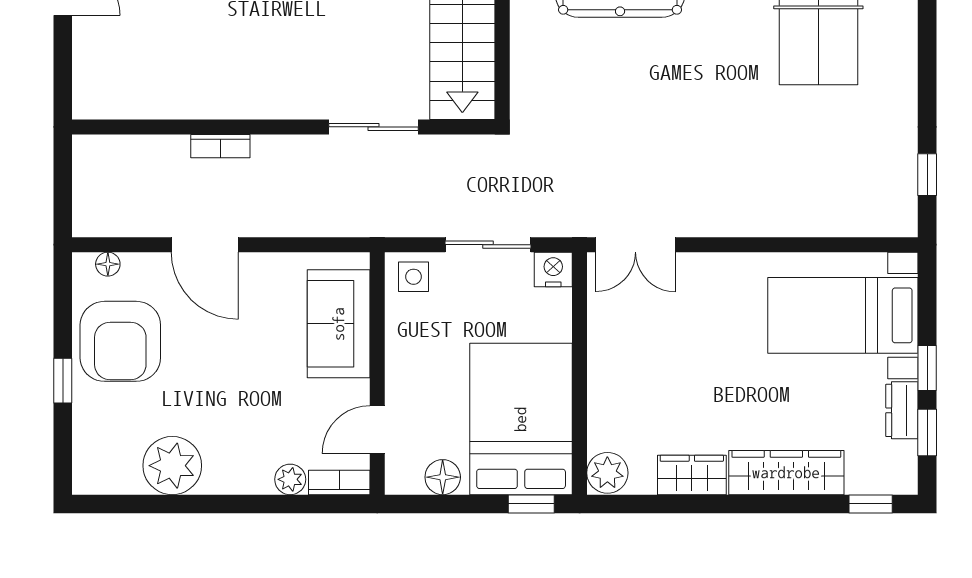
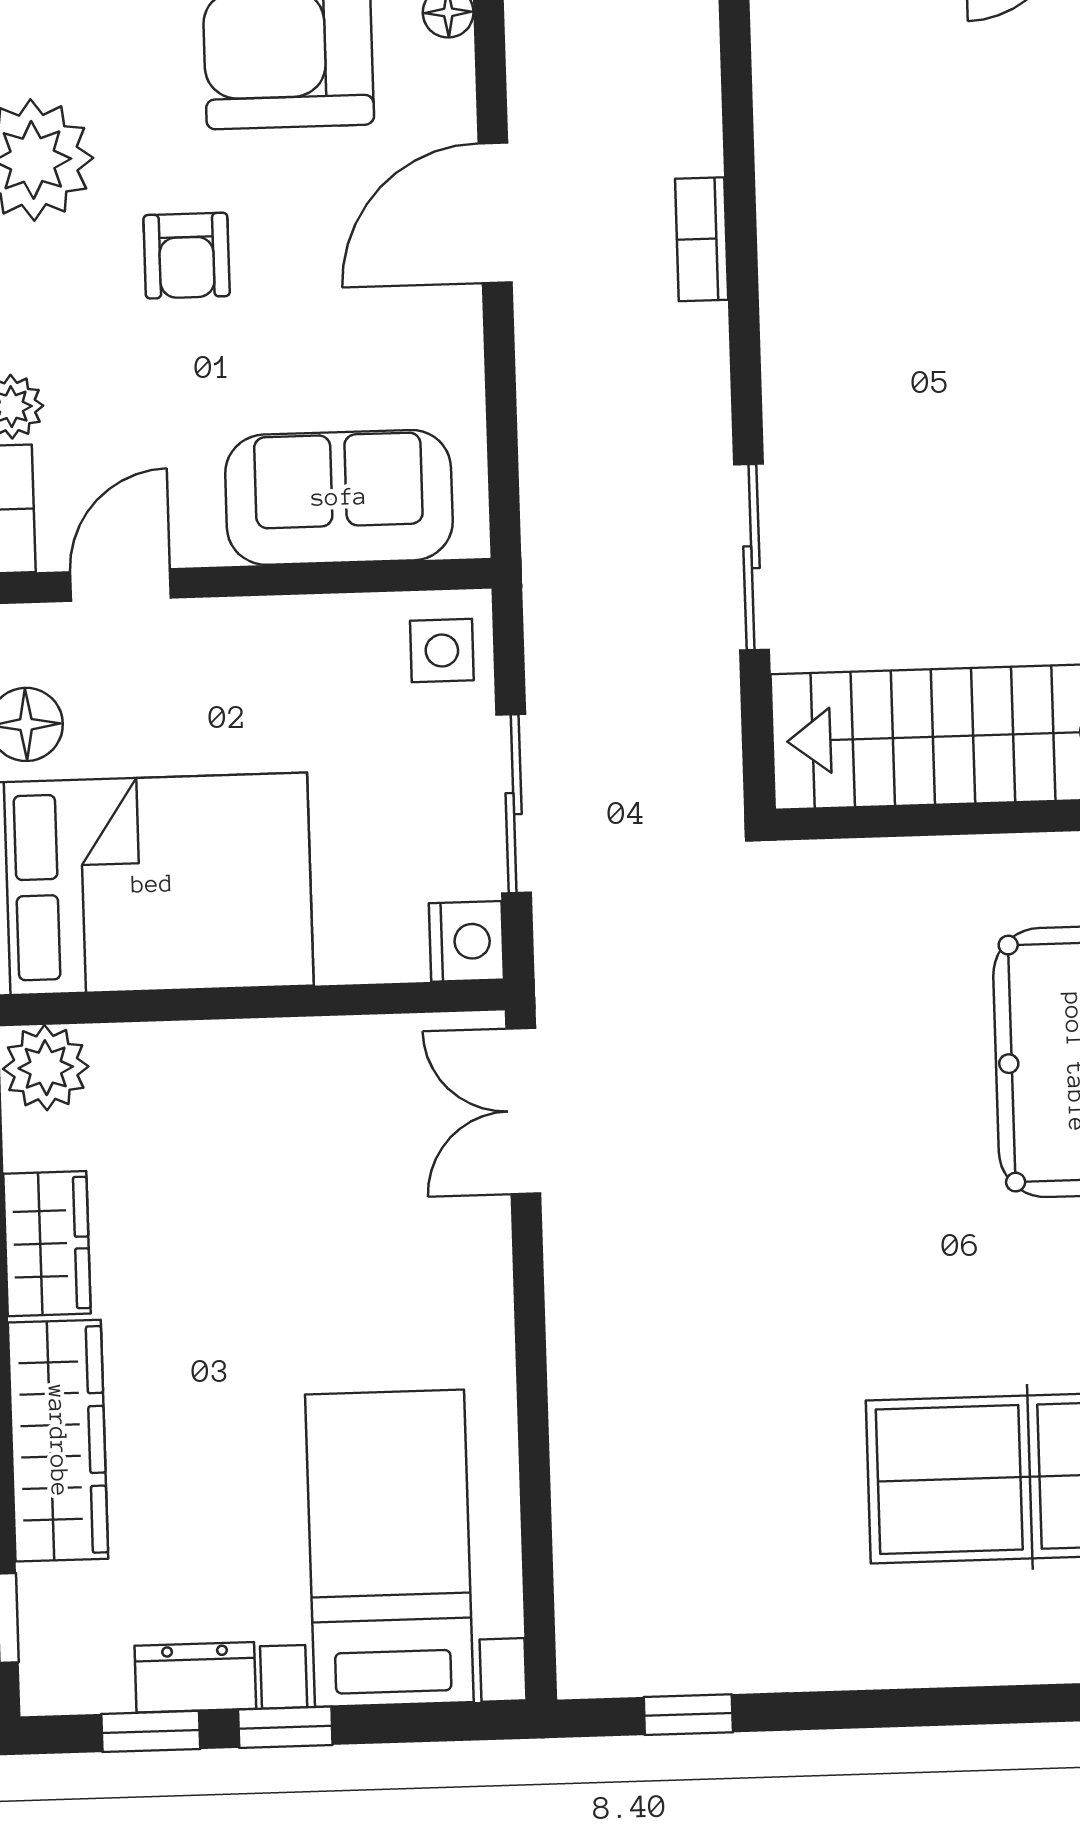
armchair: (220, 393) -> (187, 256), added
door: (377, 430) -> (121, 585), hinge flipped

